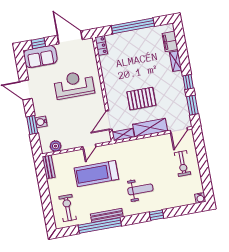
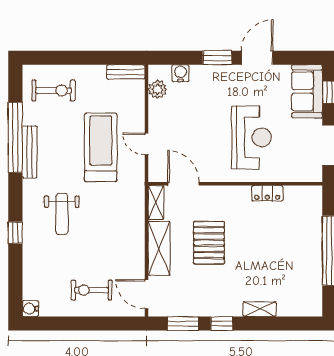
filing cabinet: (170, 41) -> (293, 306), removed
locker: (101, 46) -> (267, 193), moved
water cooler: (41, 122) -> (181, 73), moved
window: (32, 125) -> (217, 58), moved

